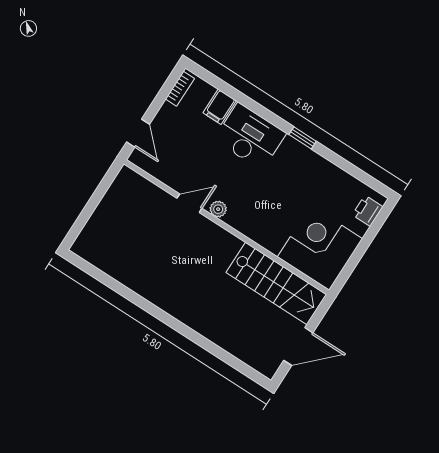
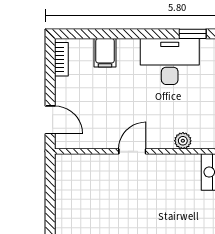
desk: (250, 137) -> (170, 61), moved
plant: (218, 209) -> (183, 141), moved

